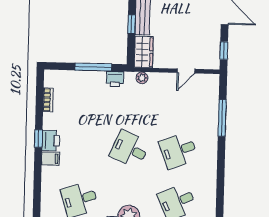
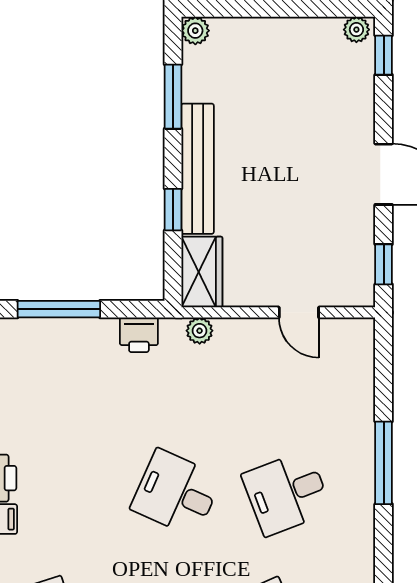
window: (93, 67) -> (59, 309), moved
door: (186, 71) -> (299, 312), hinge flipped
window: (222, 118) -> (384, 463), moved

